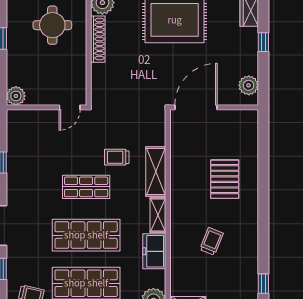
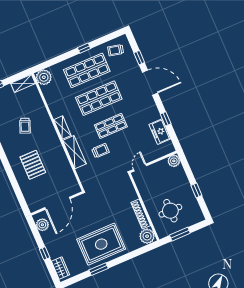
door: (196, 107) -> (57, 203), moved
freezer: (154, 251) -> (160, 132), moved, turned 180

